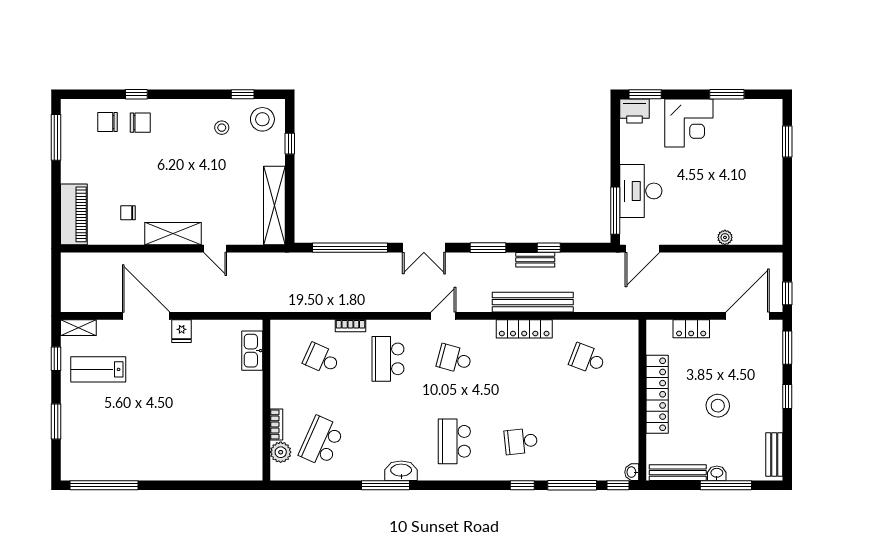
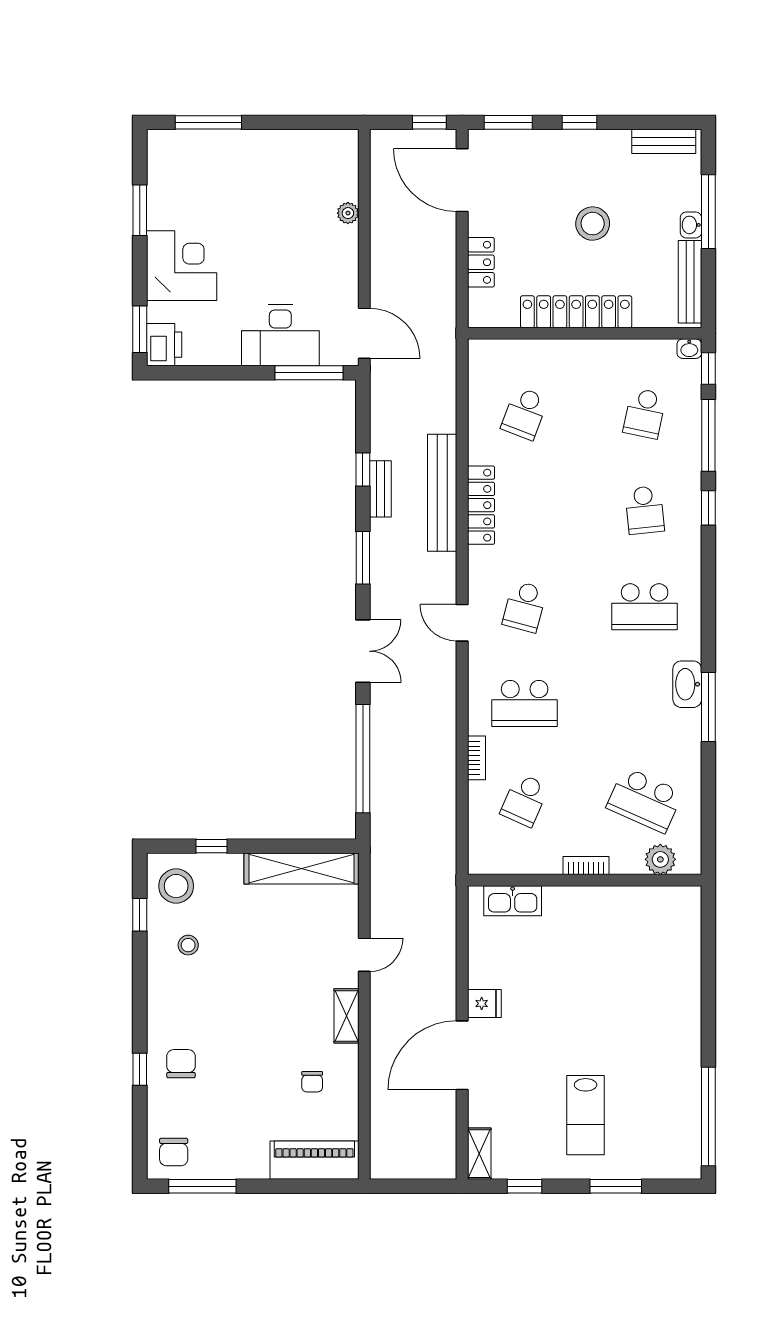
chair: (108, 122) -> (174, 1152), moved
window: (787, 141) -> (208, 122), width x1.44
shelving: (173, 234) -> (346, 1016), width x0.67, depth x0.75
lab bench: (98, 369) -> (586, 1115), moved
bookcase: (276, 424) -> (586, 866), moved
school desk: (587, 441) -> (645, 413), added

